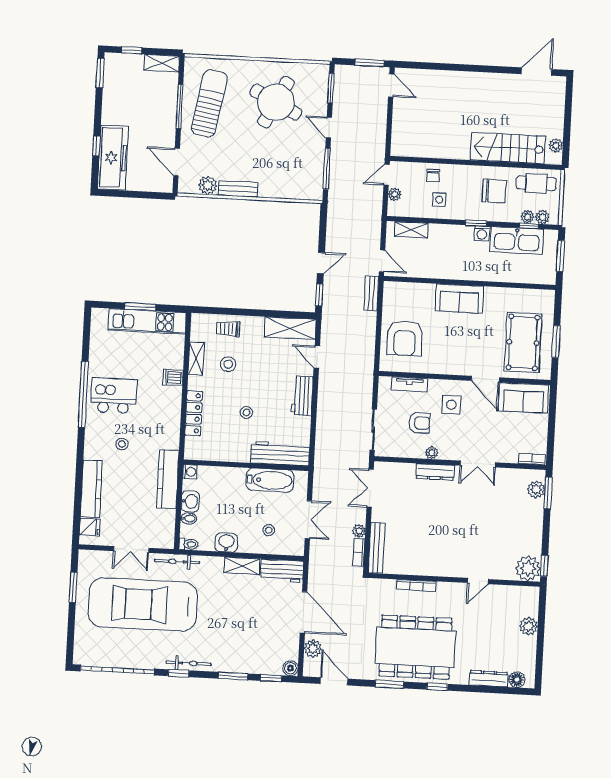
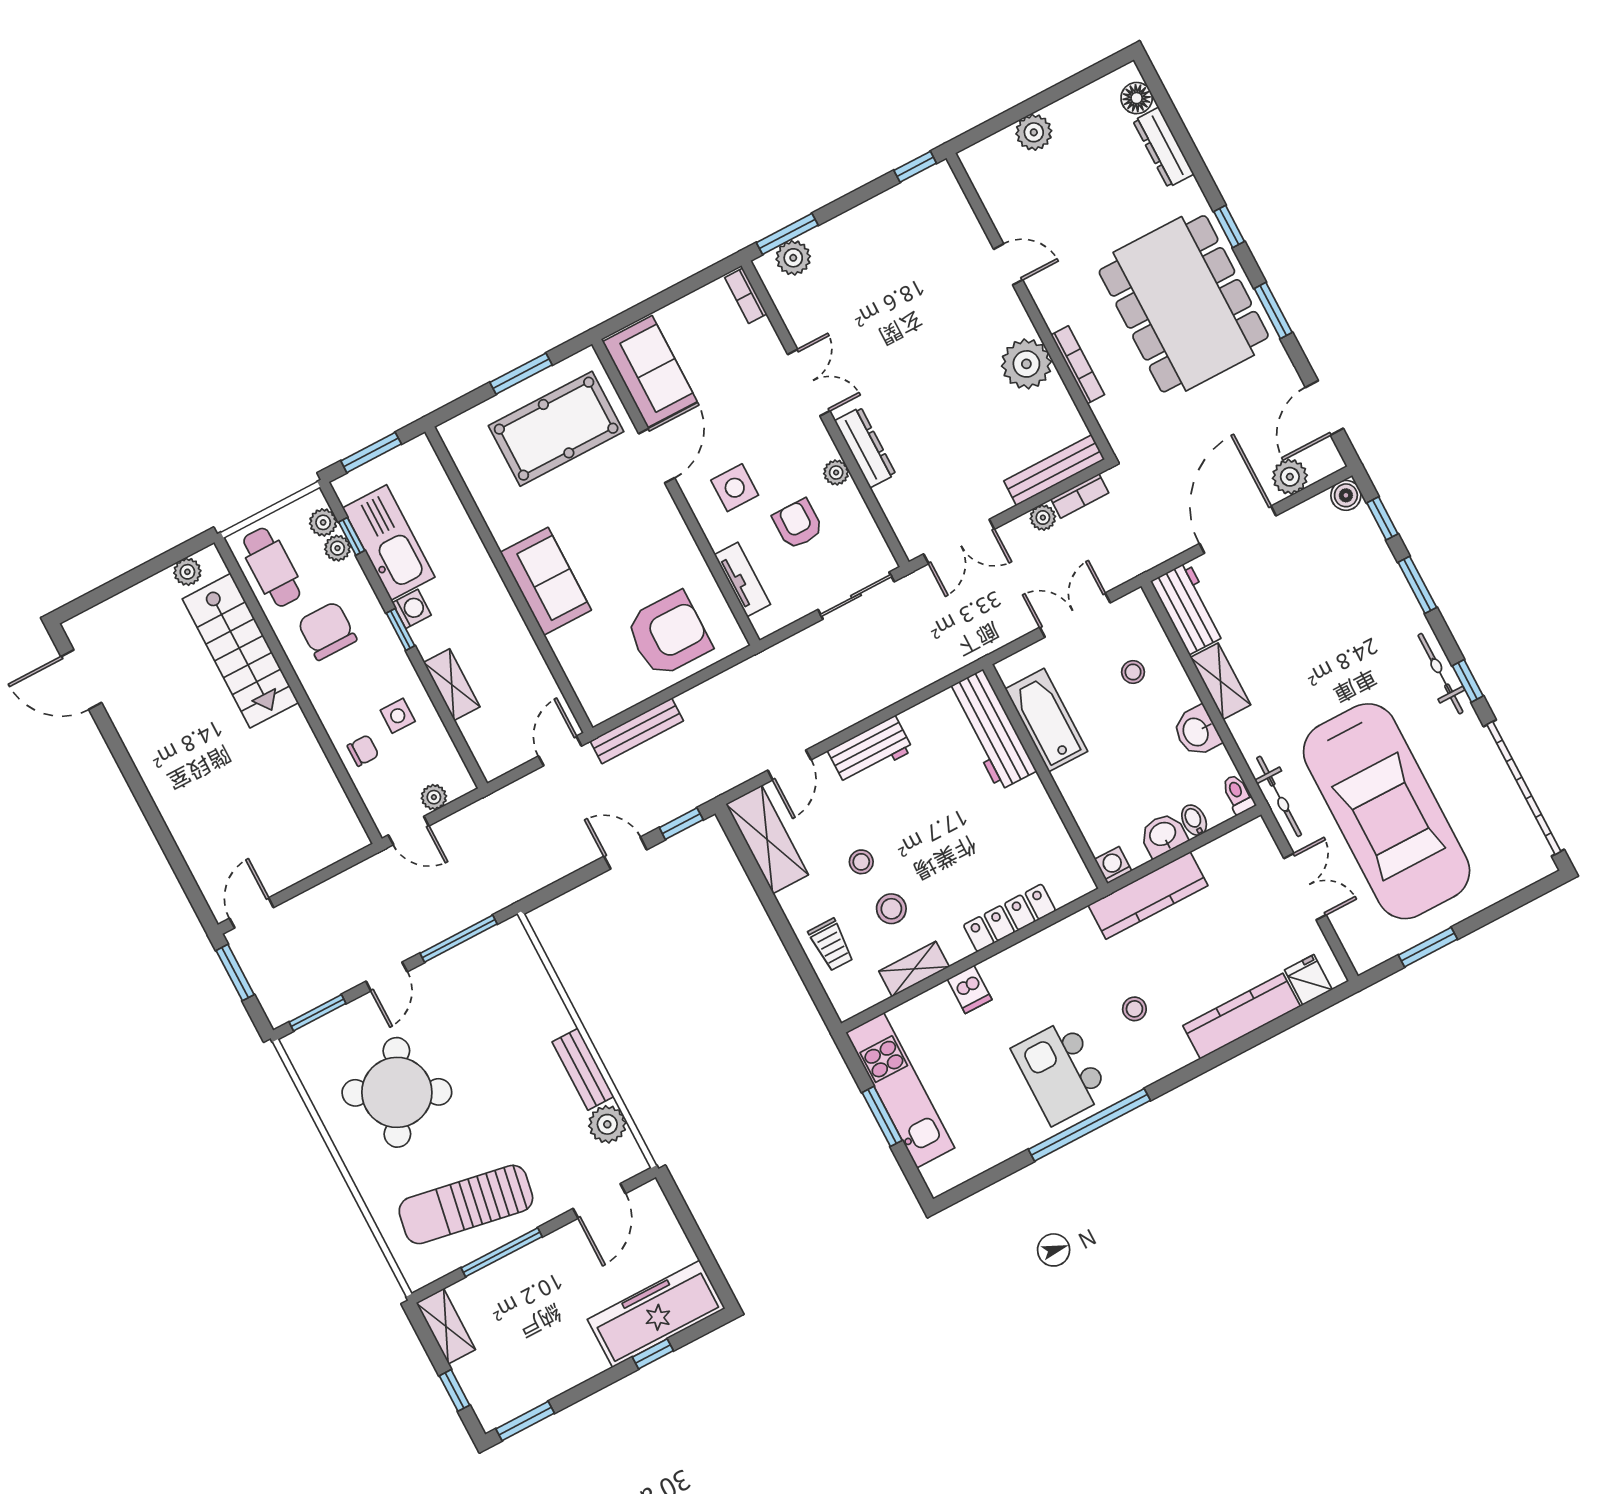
shelving: (411, 230) -> (452, 685), moved
bench: (371, 293) -> (637, 731), width x1.36
stool: (246, 412) -> (861, 862), moved
plant: (528, 568) -> (1026, 364), moved

